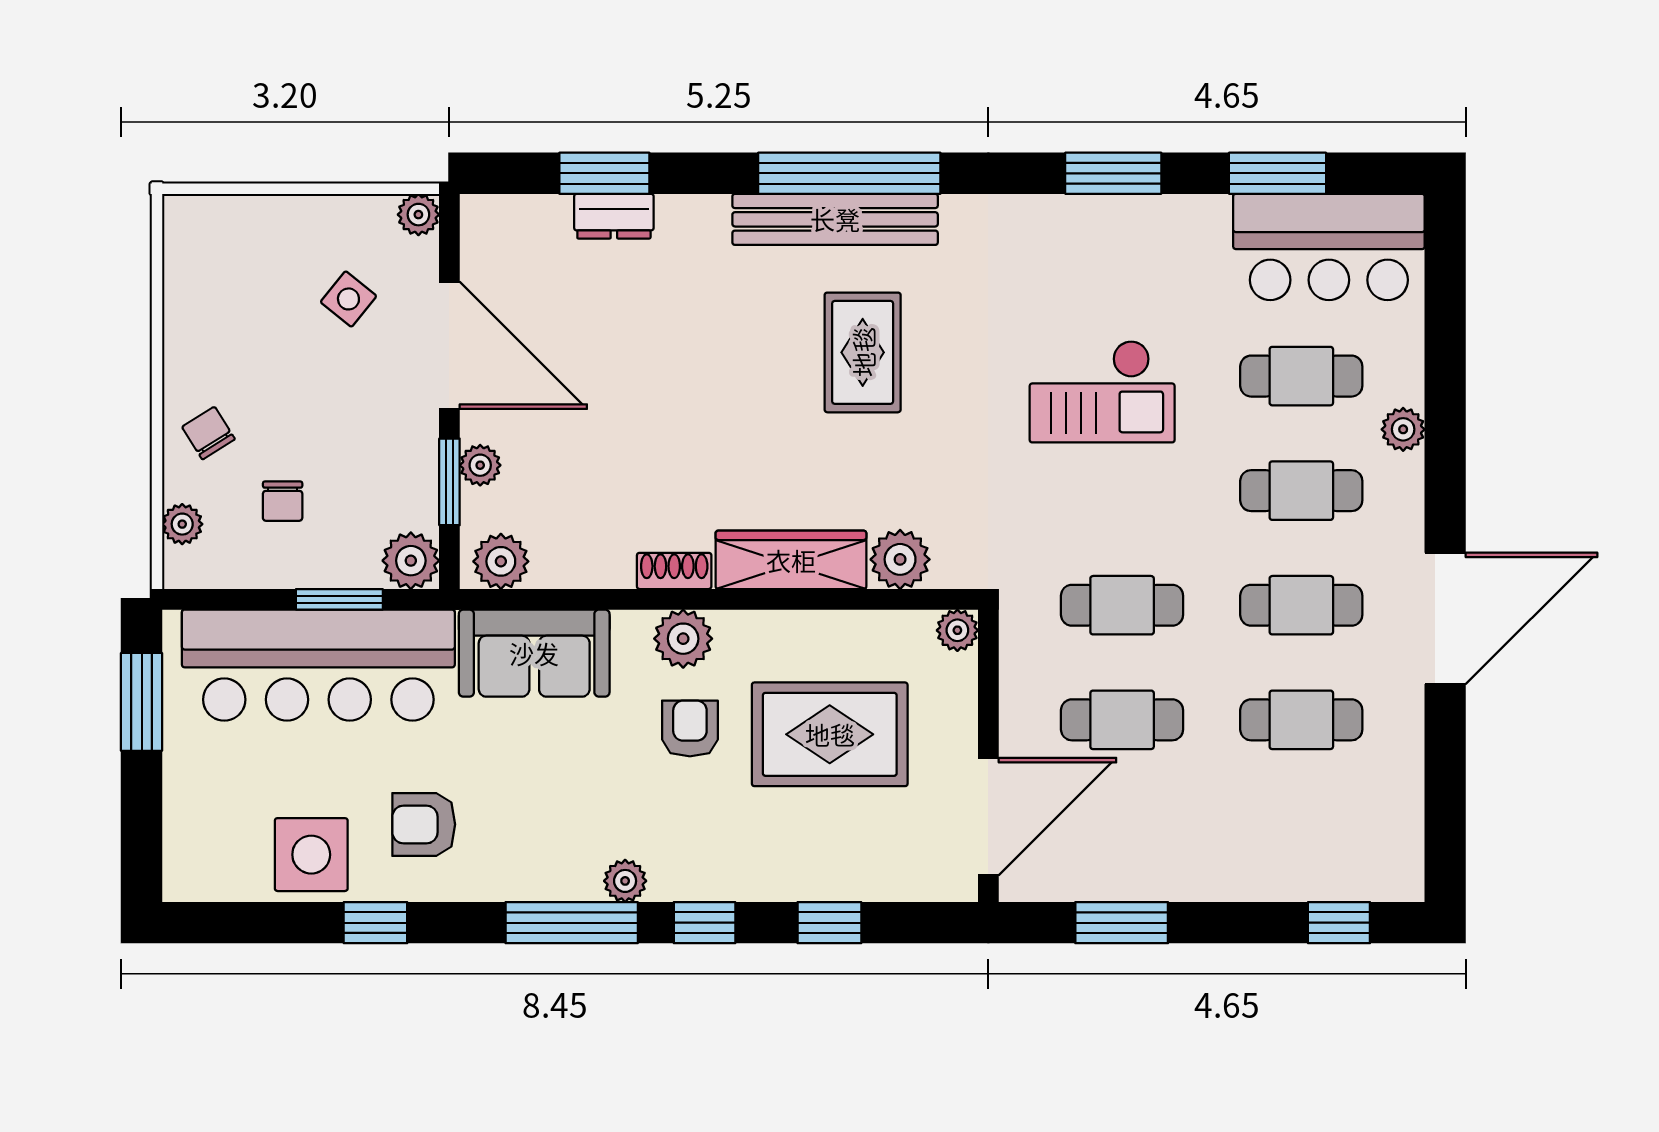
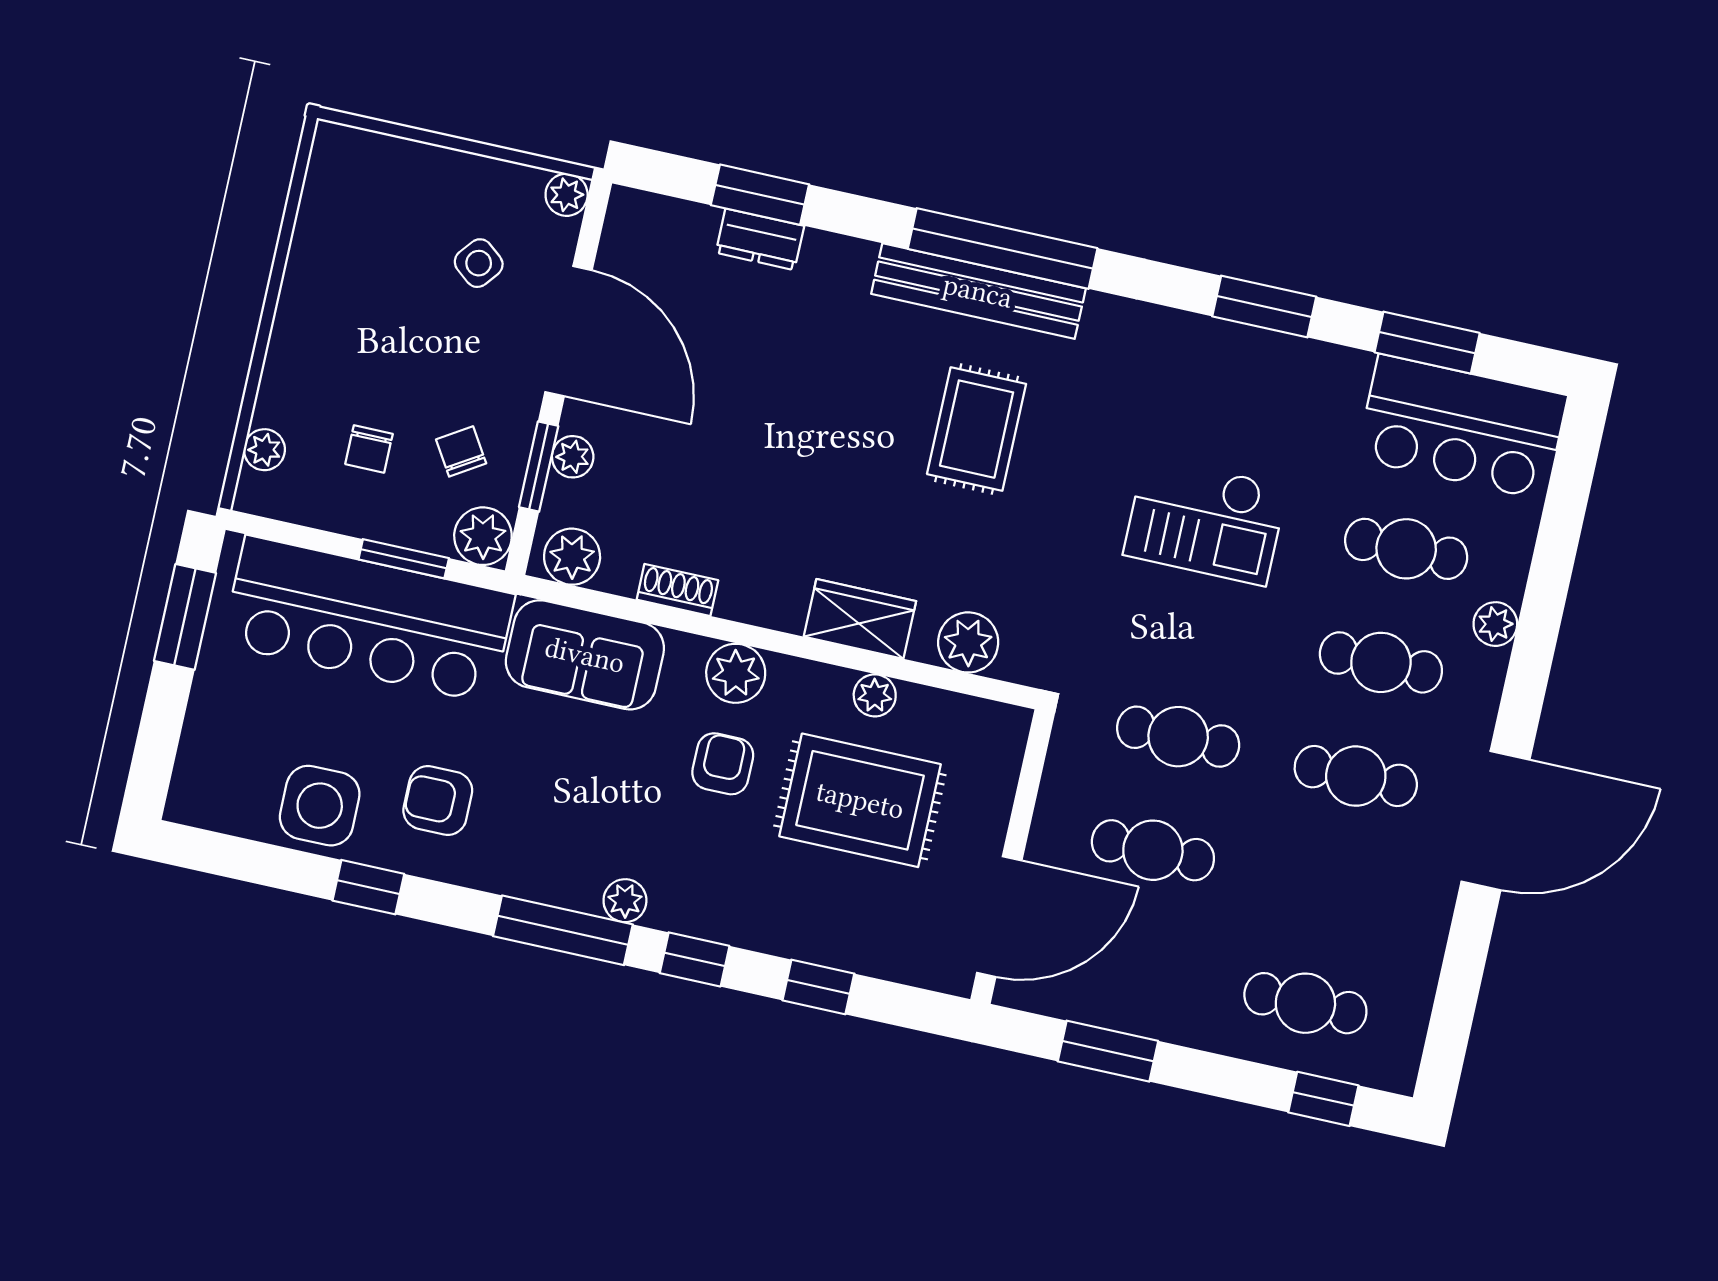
chair: (208, 433) -> (461, 451), moved
wardrobe: (791, 560) -> (860, 619), width x0.67
shoe rack: (674, 571) -> (677, 590), moved
plant: (957, 630) -> (875, 695), moved
cafe table: (1301, 720) -> (1305, 1003), moved

